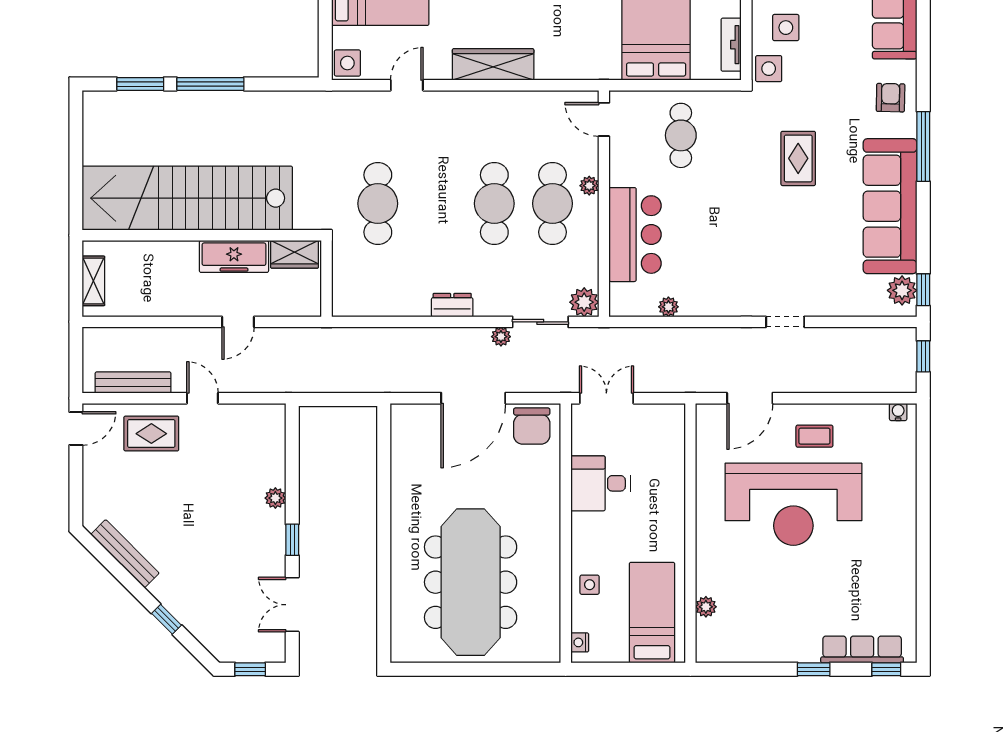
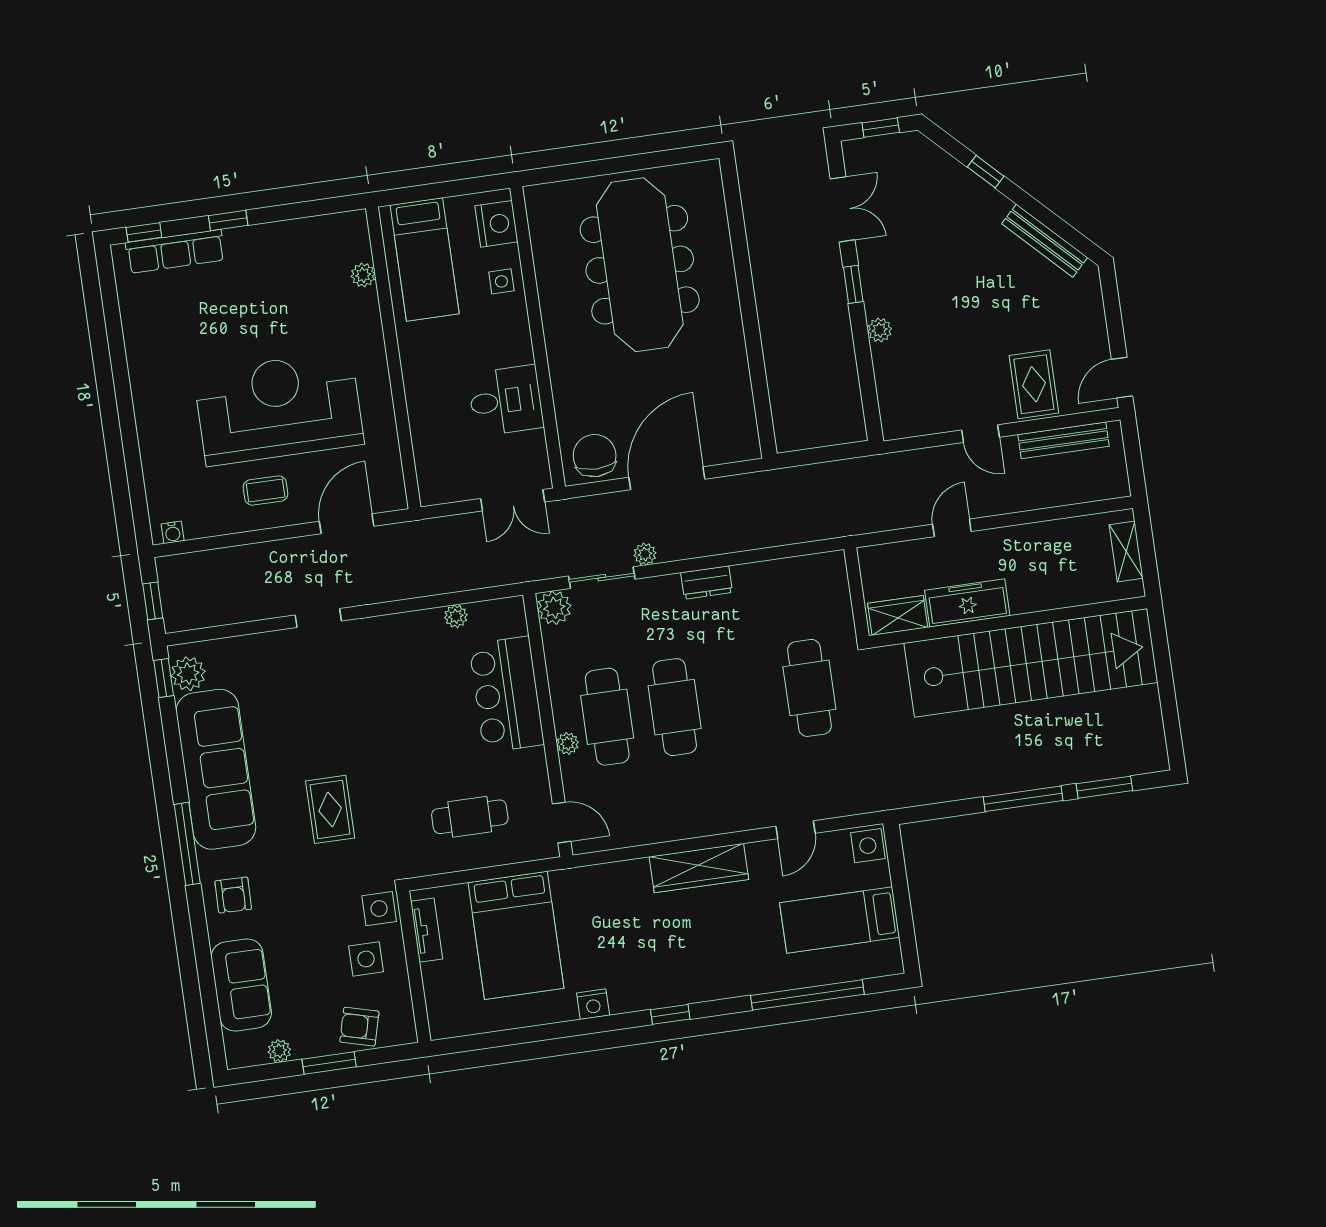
cafe table: (681, 135) -> (470, 817), turned 90
rug: (151, 434) -> (1034, 384), turned 90
nightstand: (580, 642) -> (496, 224), width x1.89, depth x1.79

